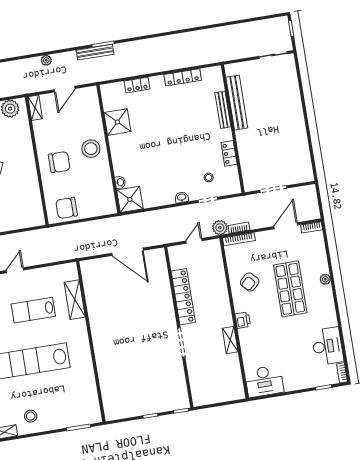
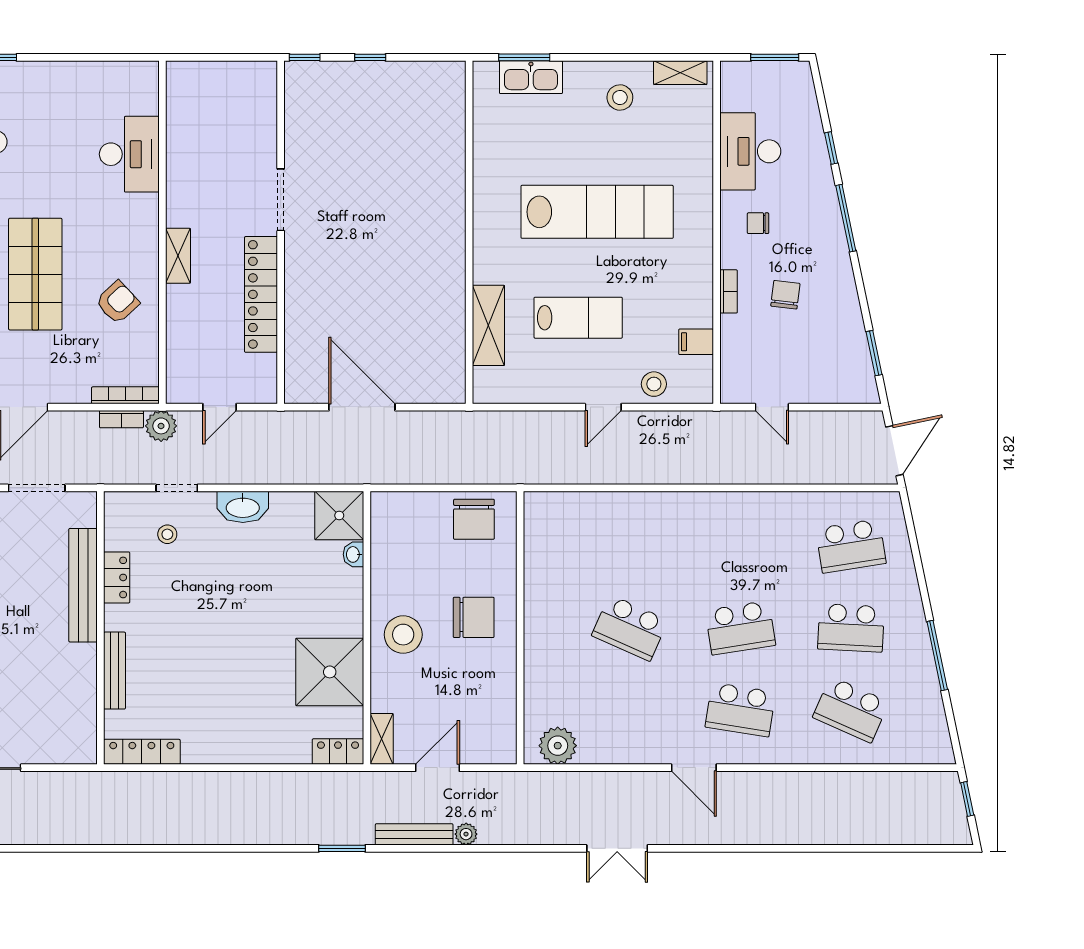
bench: (95, 52) -> (414, 834), moved
locker: (183, 77) -> (142, 752), moved
locker: (137, 85) -> (338, 752), moved
bench: (237, 103) -> (83, 585), moved
shelving: (35, 108) -> (382, 739), moved
shower: (117, 122) -> (330, 672), width x1.37, depth x1.37
chair: (59, 162) -> (474, 617), turned 180
washbasin: (182, 197) -> (243, 507), width x1.91, depth x1.45
chair: (67, 208) -> (474, 519), turned 90
printer: (243, 320) -> (145, 225), removed
shelving: (230, 340) -> (178, 256), moved
desk: (264, 381) -> (129, 154), moved, turned 90
kitchen sink: (74, 419) -> (531, 77), added

